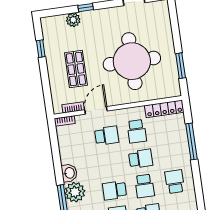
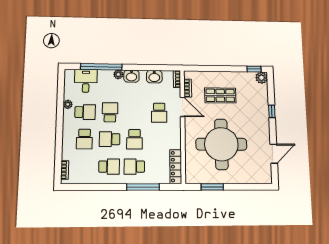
plant: (73, 20) -> (262, 78), moved
window: (41, 49) -> (254, 69), moved
school desk: (137, 131) -> (134, 167), moved
washbasin: (66, 147) -> (154, 77), added
plant: (75, 192) -> (118, 74), width x0.53, depth x0.53

